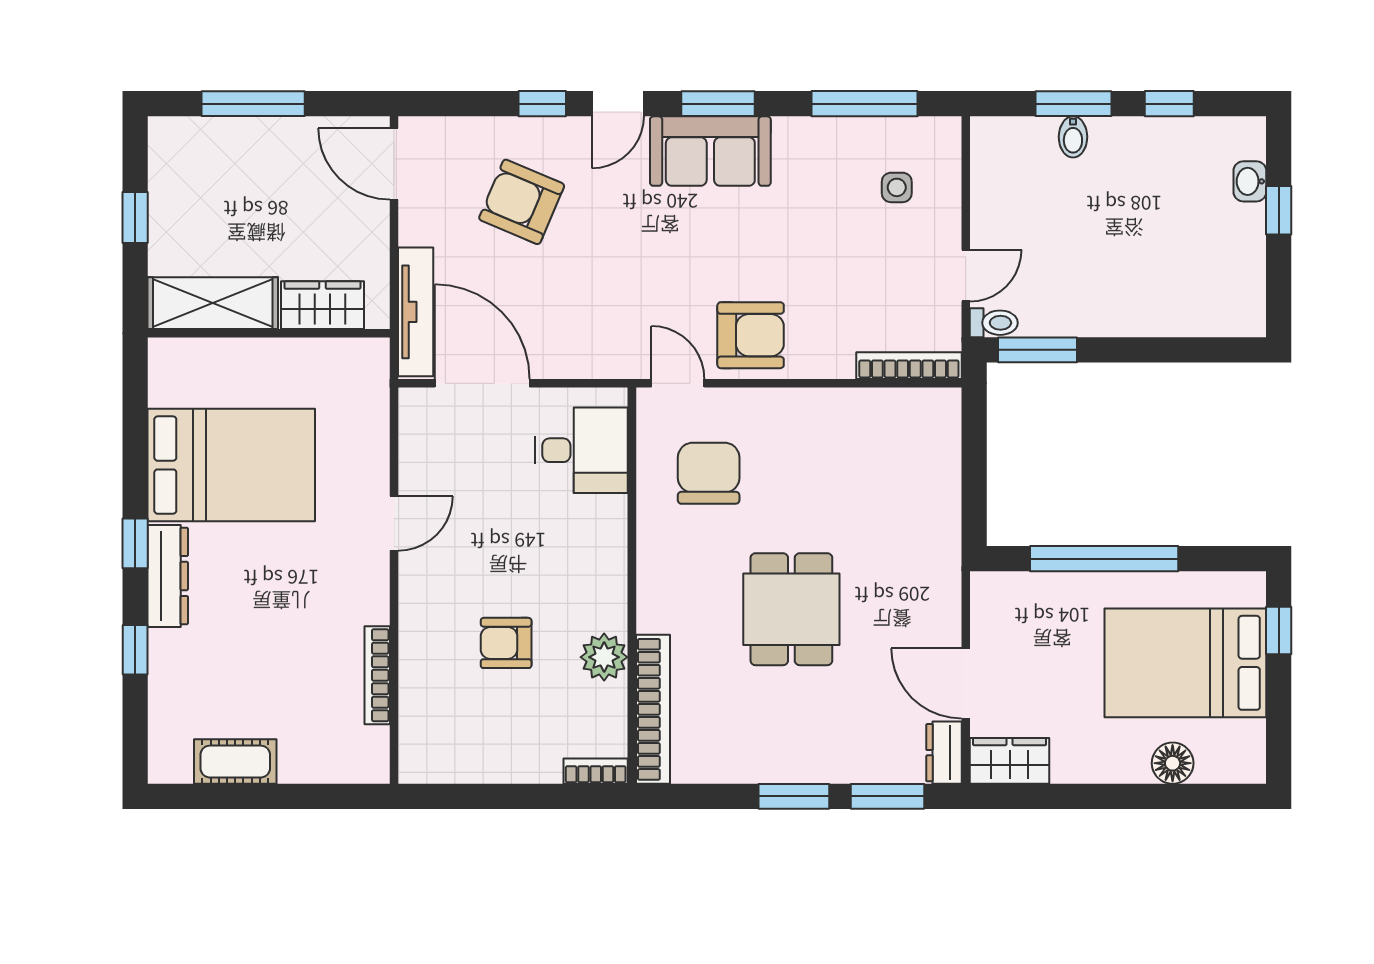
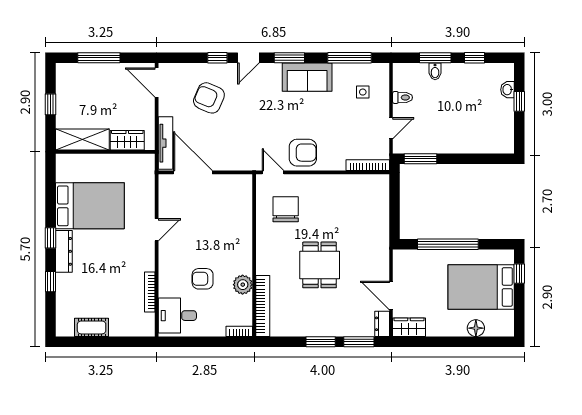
sofa: (710, 151) -> (307, 77), moved
toilet: (994, 323) -> (403, 97), moved
desk: (581, 450) -> (177, 316), moved, turned 180

